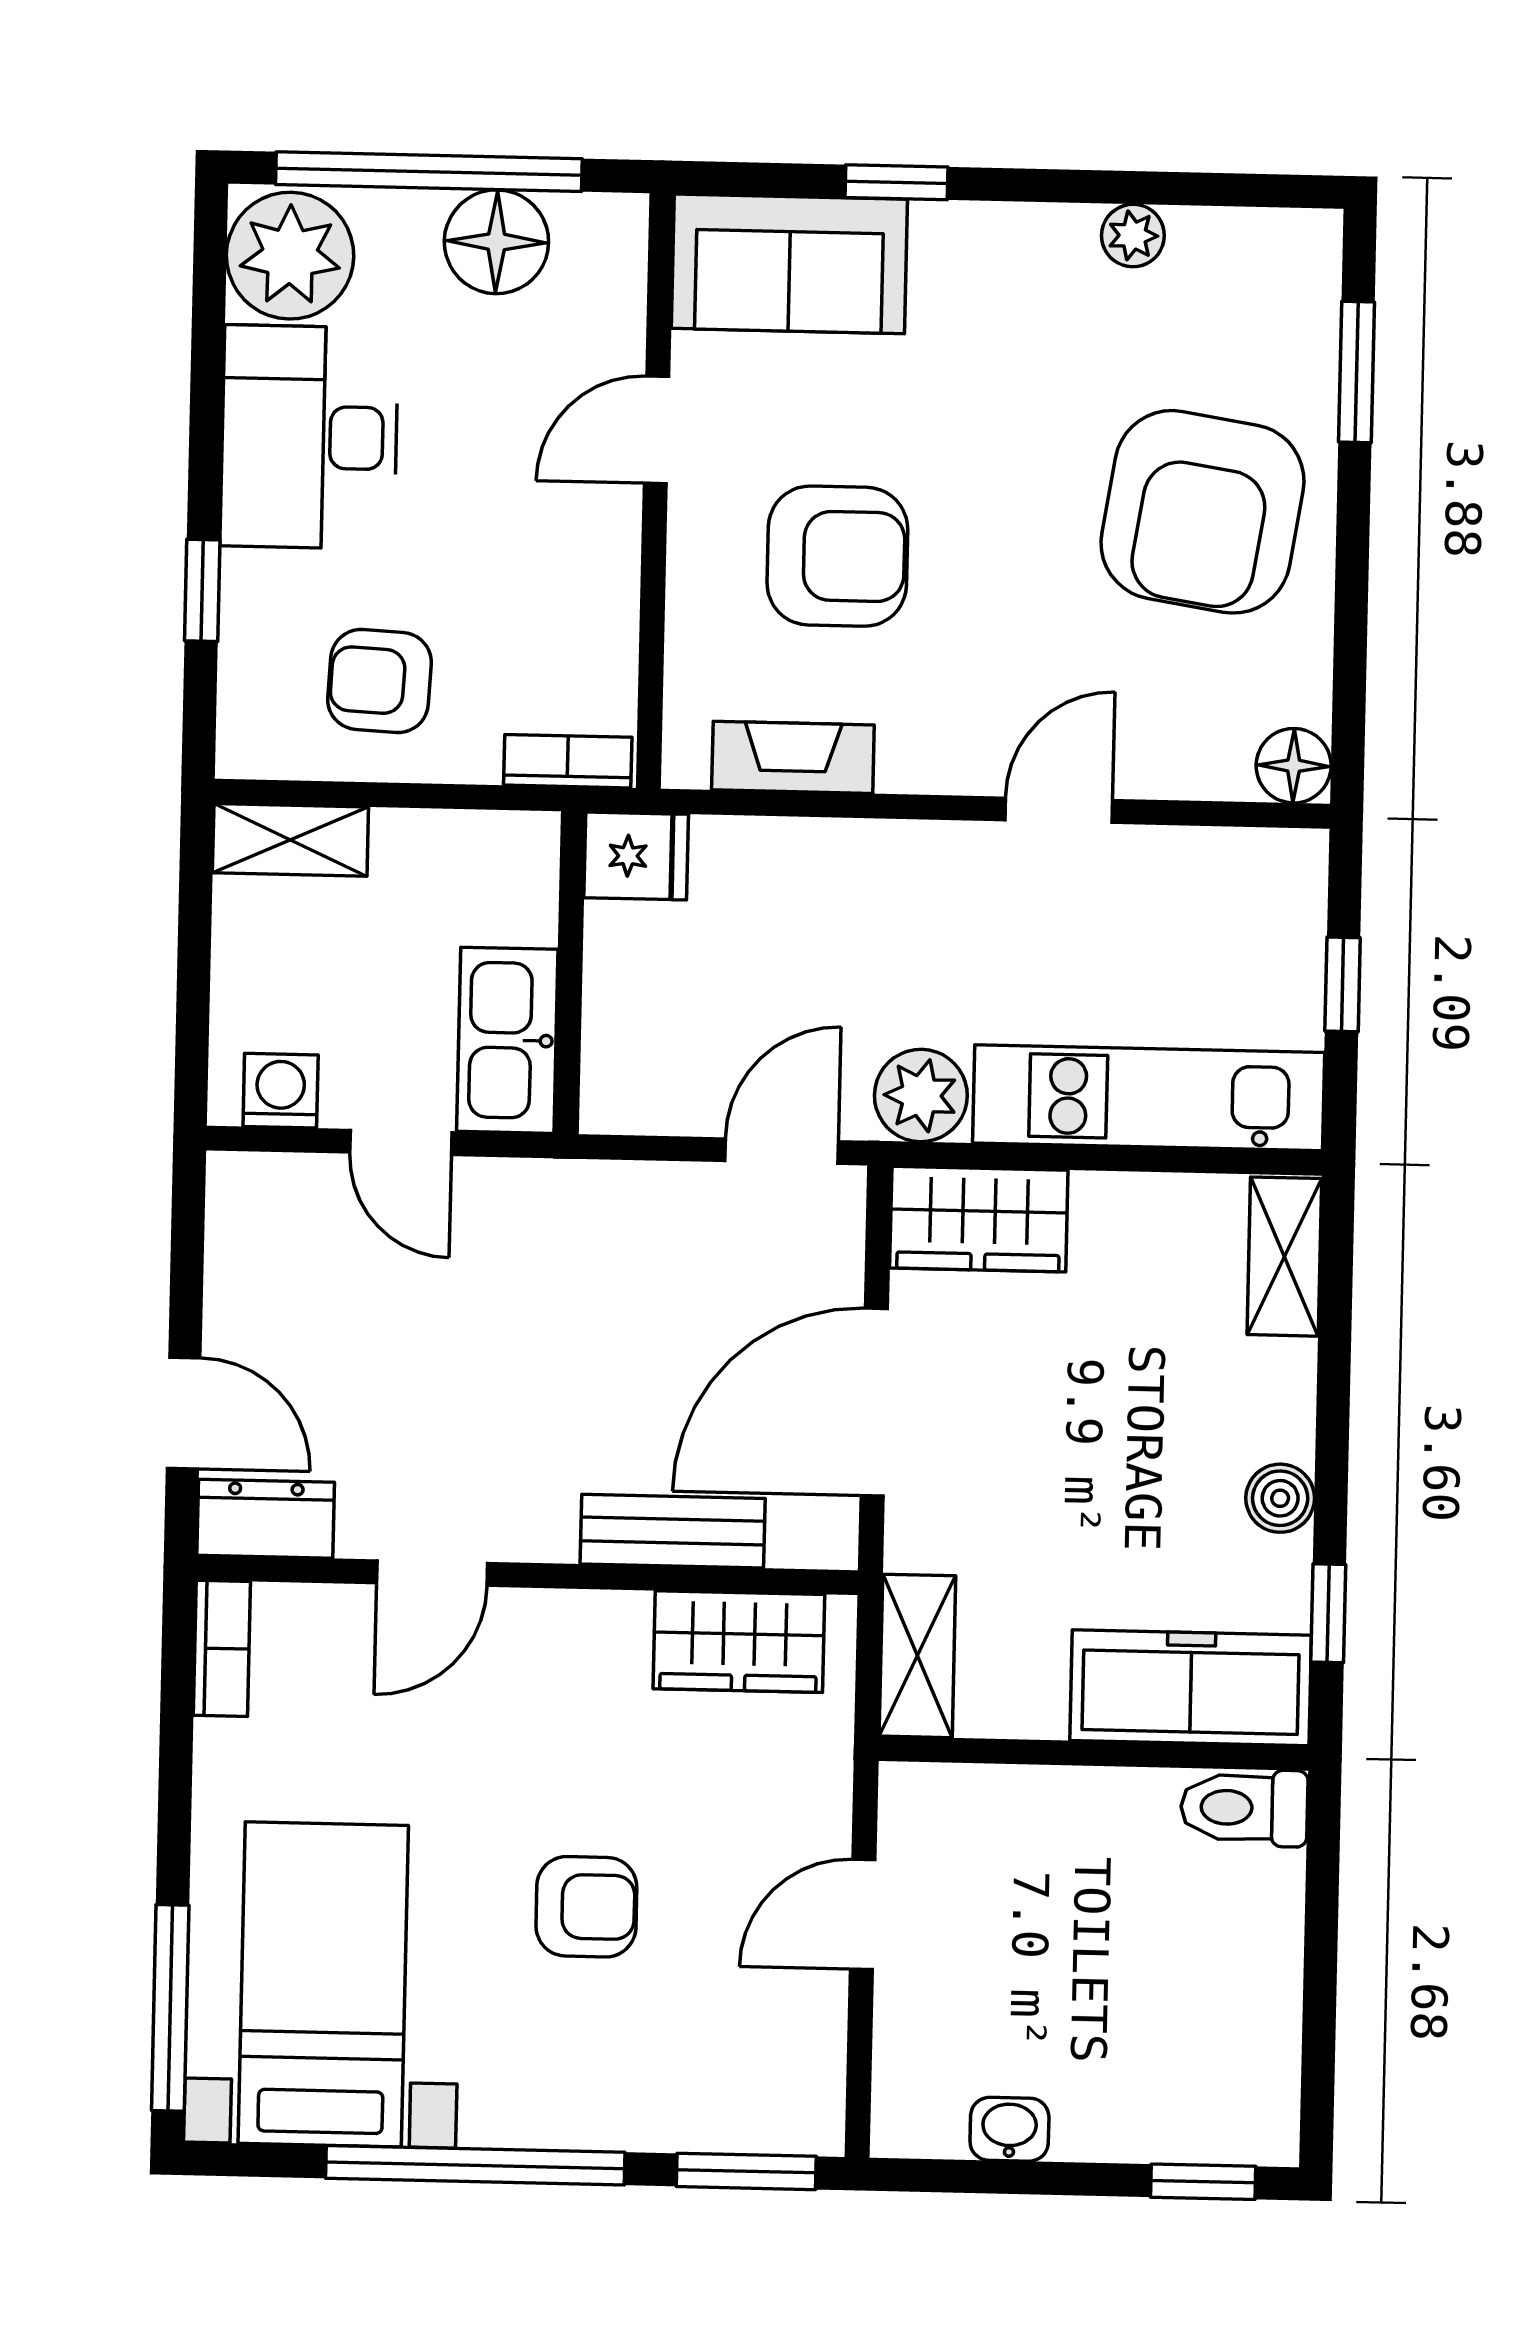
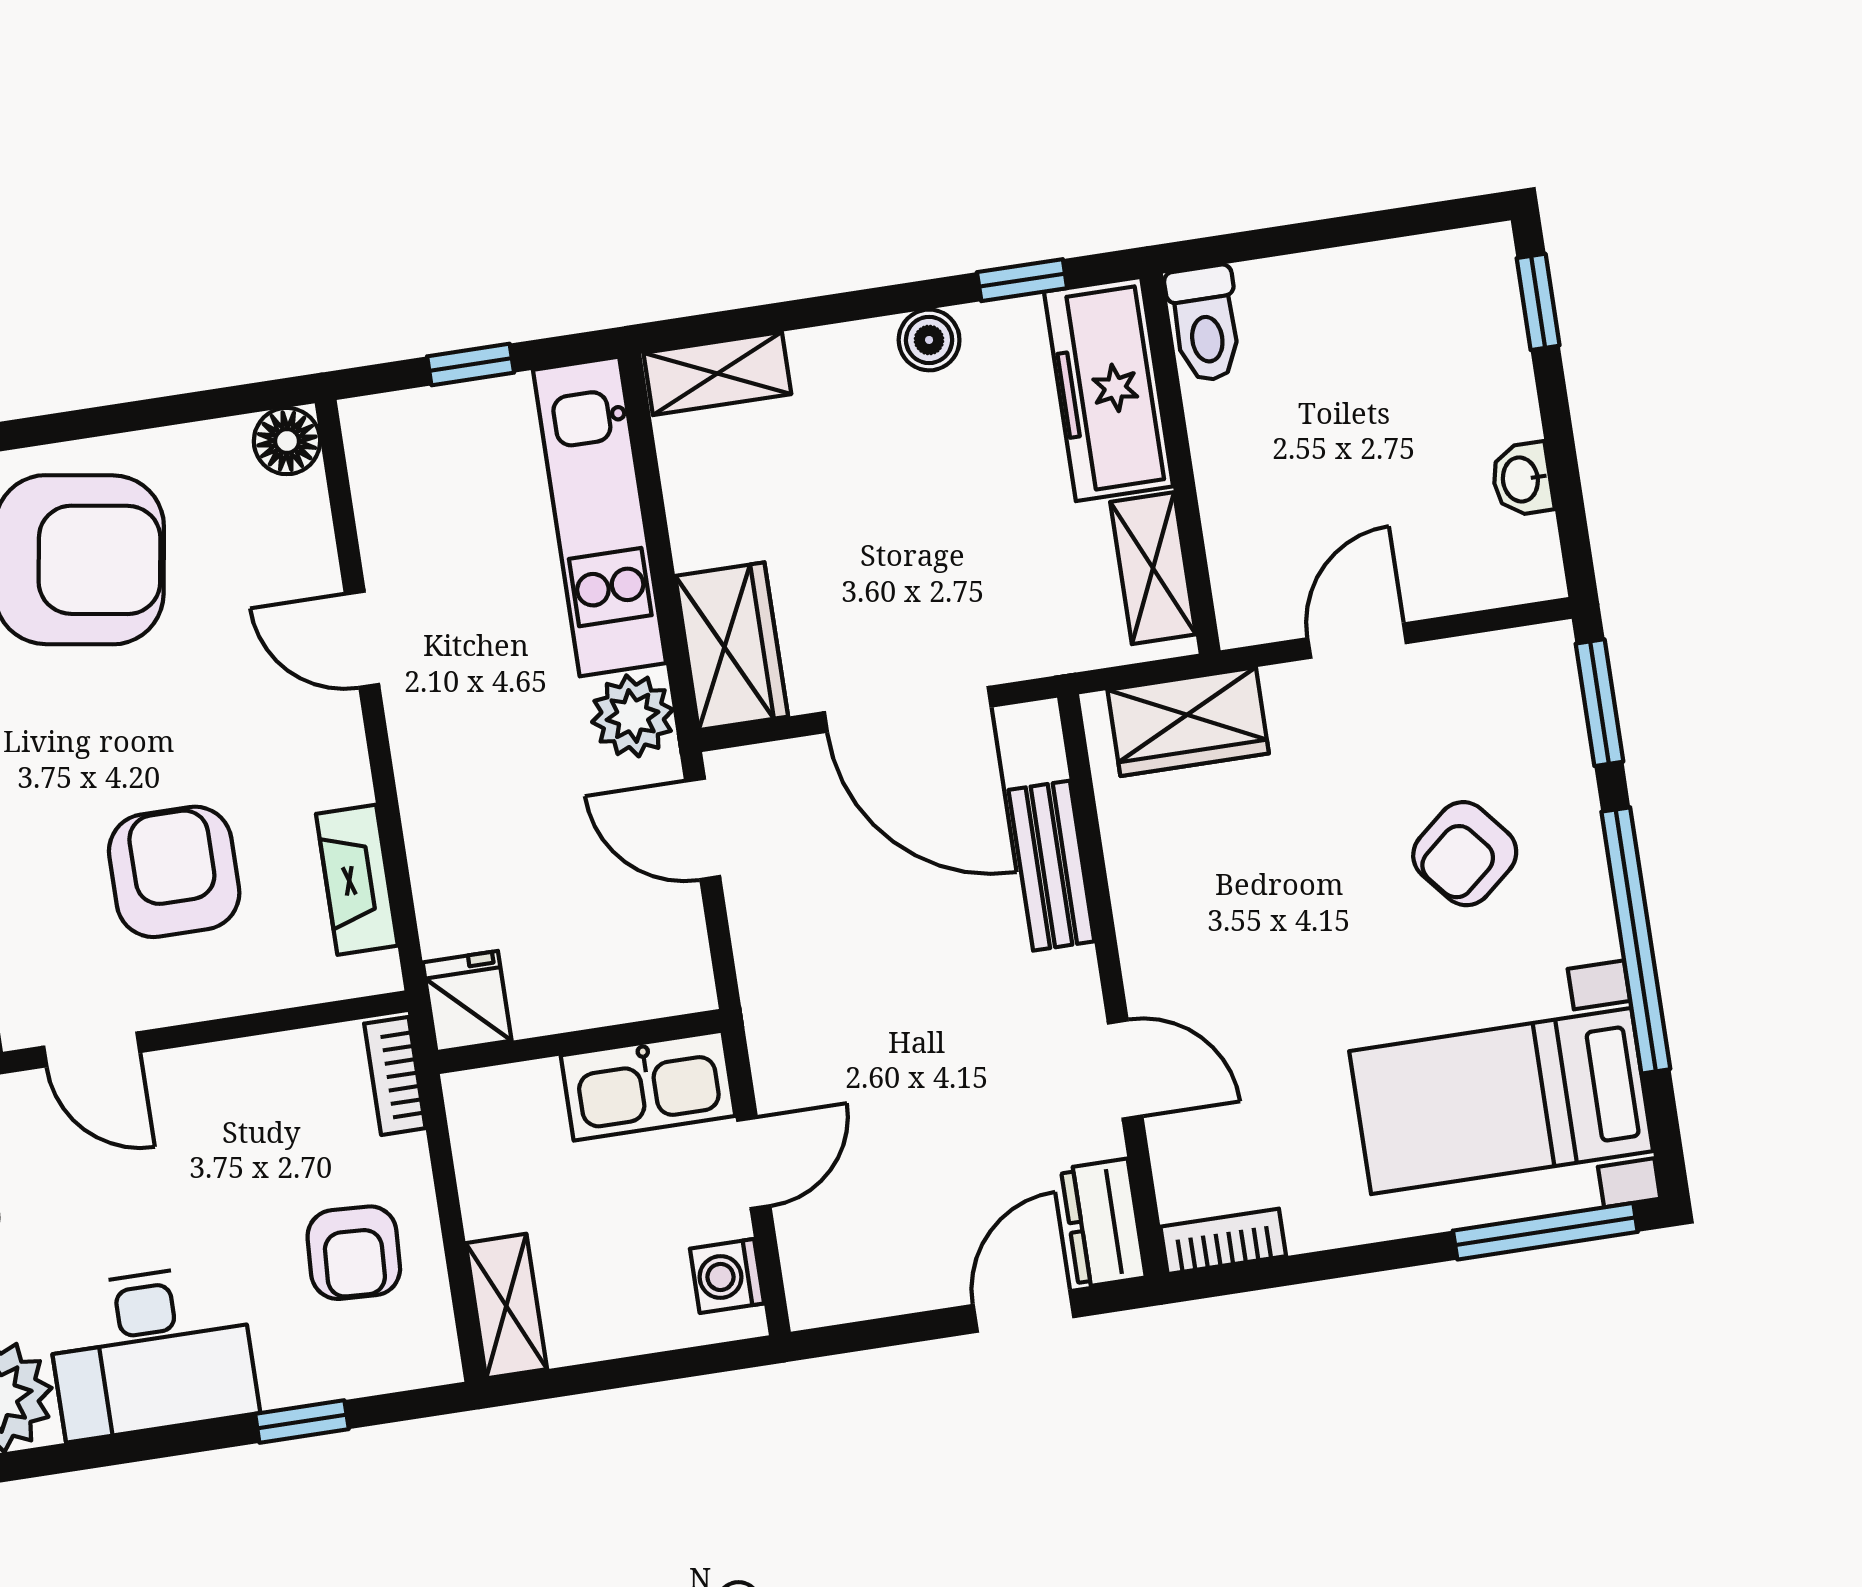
wardrobe: (739, 1642) -> (1188, 722), moved, turned 90
shelving: (917, 1656) -> (1153, 568), moved, turned 90
armchair: (586, 1907) -> (1465, 854), moved, turned -130
door: (863, 1914) -> (1357, 641), swing flipped

